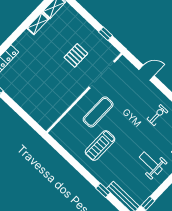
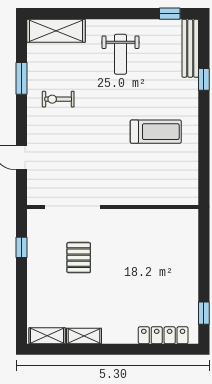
pallet: (76, 55) -> (79, 258), turned 90
exercise mat: (98, 112) -> (119, 171), removed

